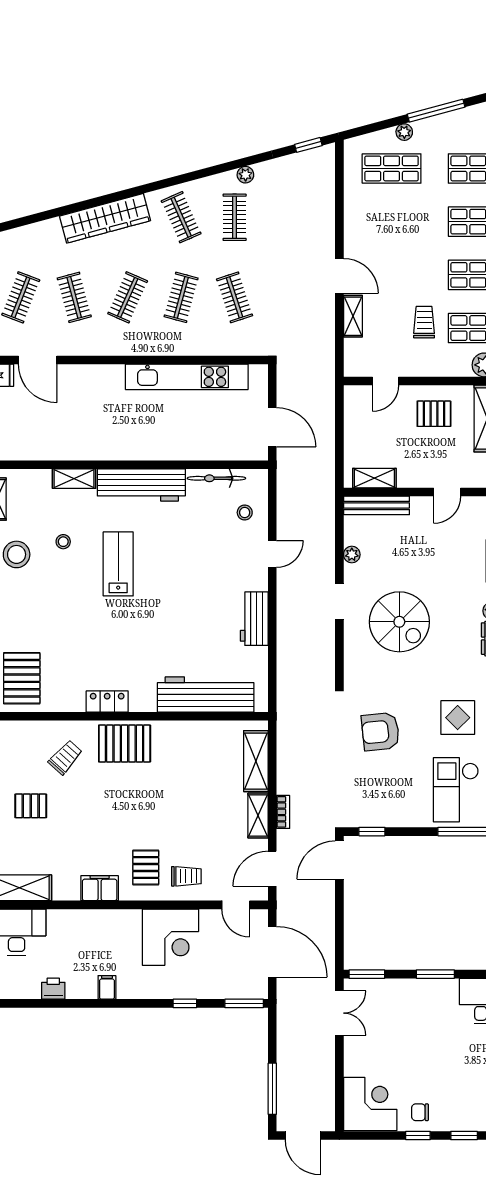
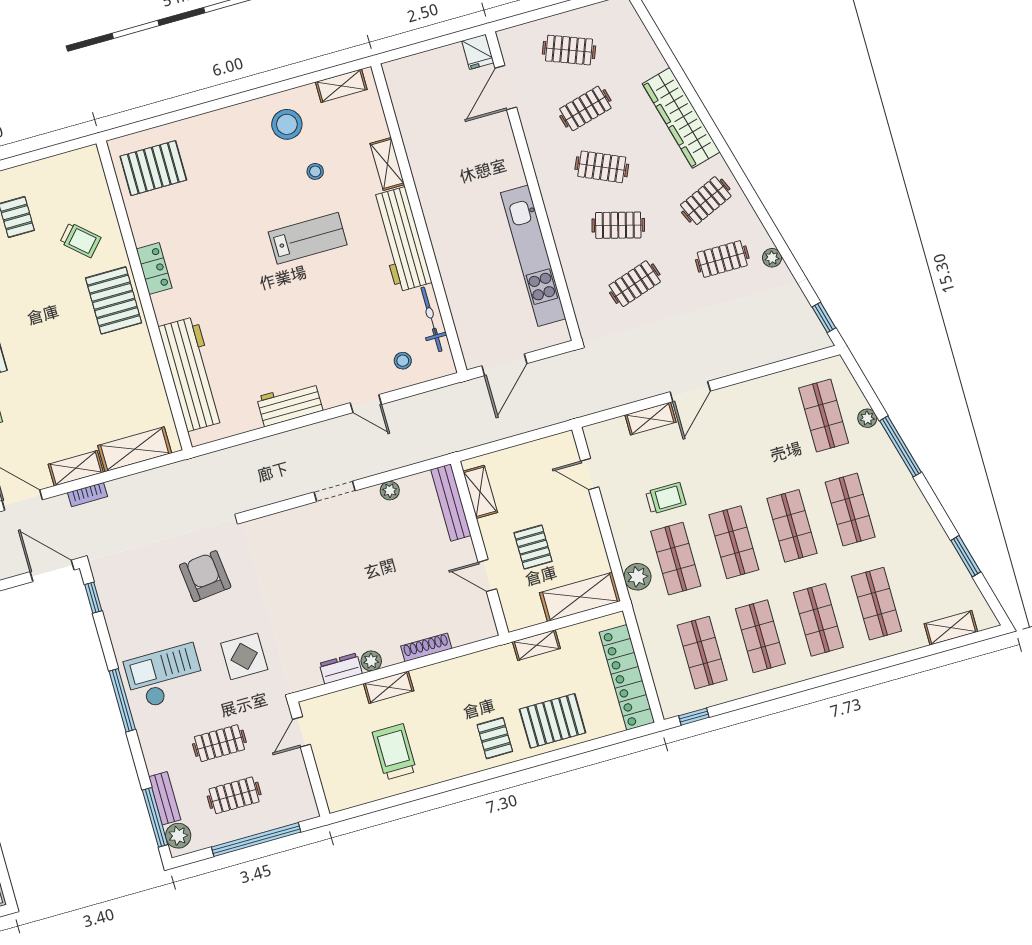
pallet: (434, 414) -> (533, 547), moved
spiral stairs: (399, 622) -> (331, 563), removed

